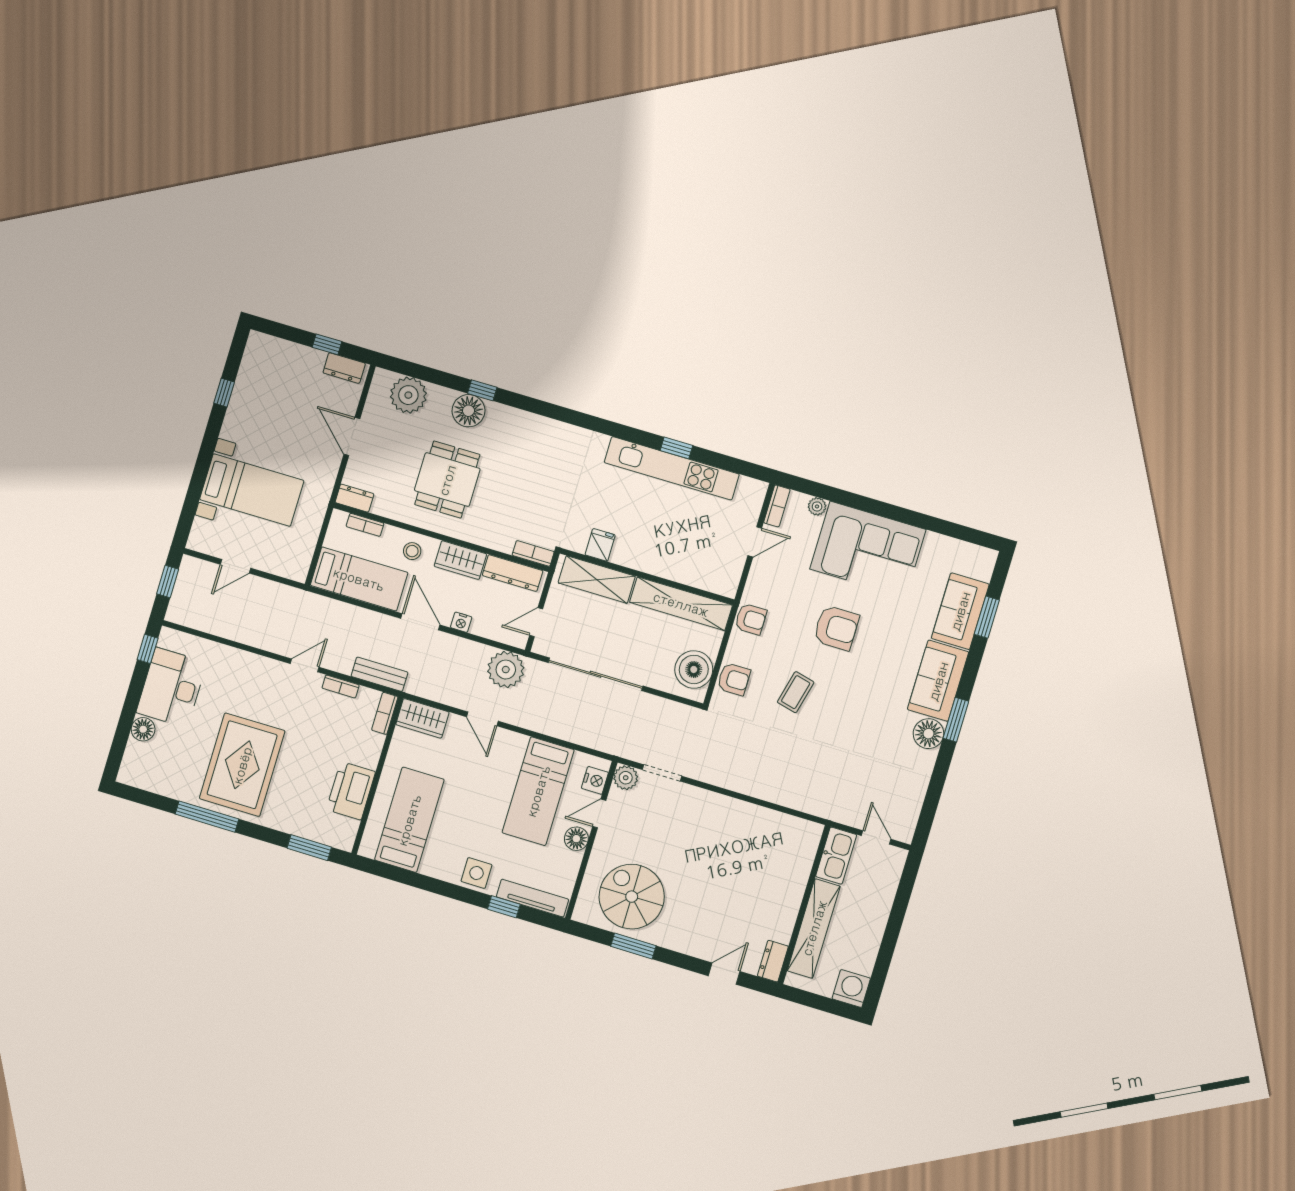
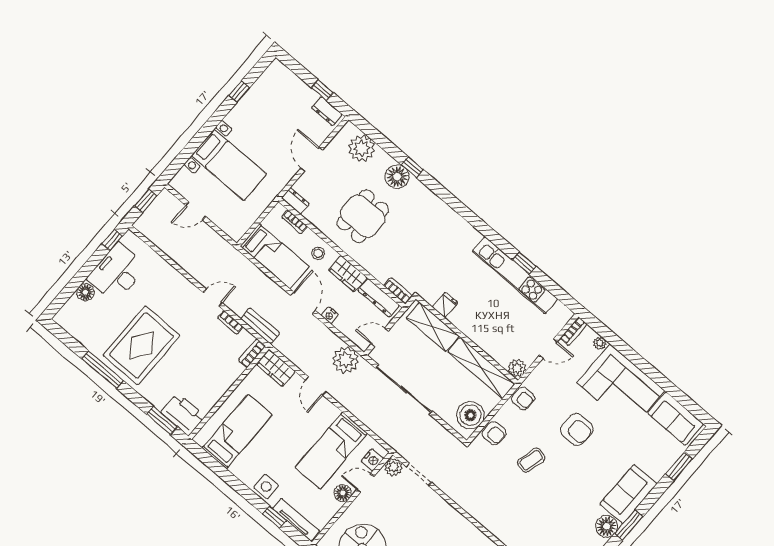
plant: (726, 584) -> (517, 368), added
sofa: (960, 611) -> (676, 419), moved, turned -90
printer: (351, 791) -> (183, 414), moved, turned 90

